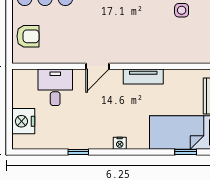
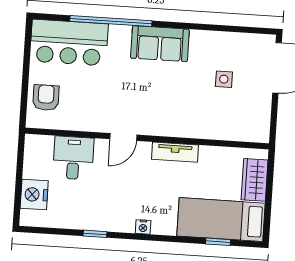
armchair: (28, 36) -> (46, 98), turned -90

